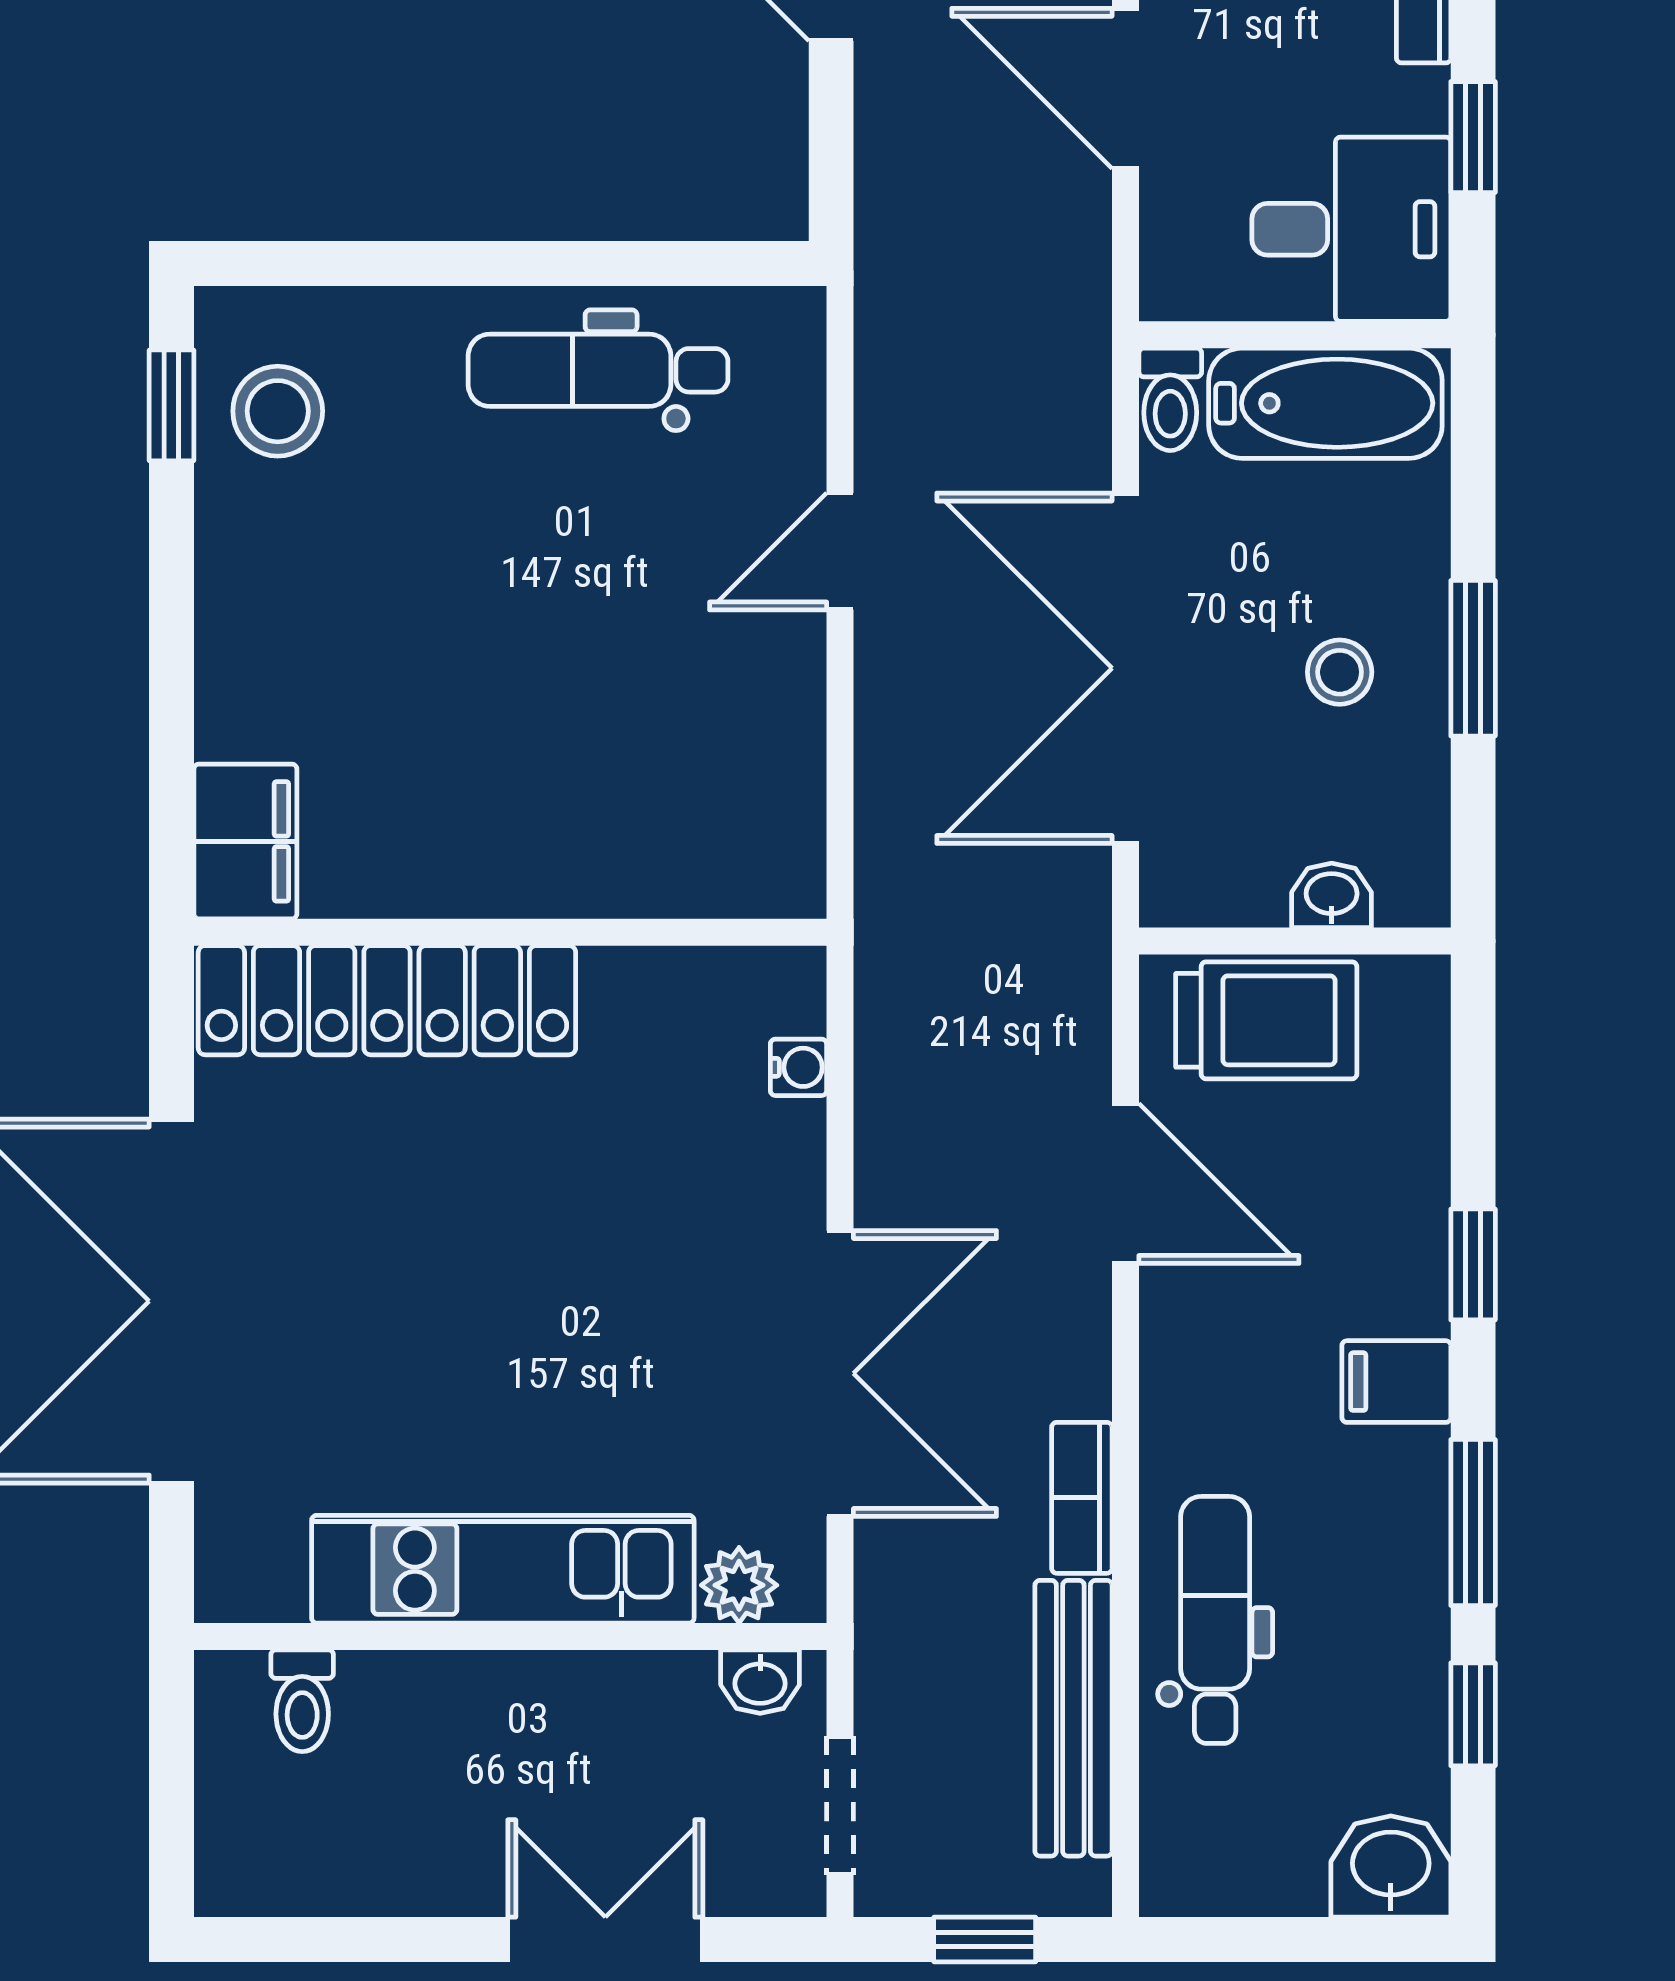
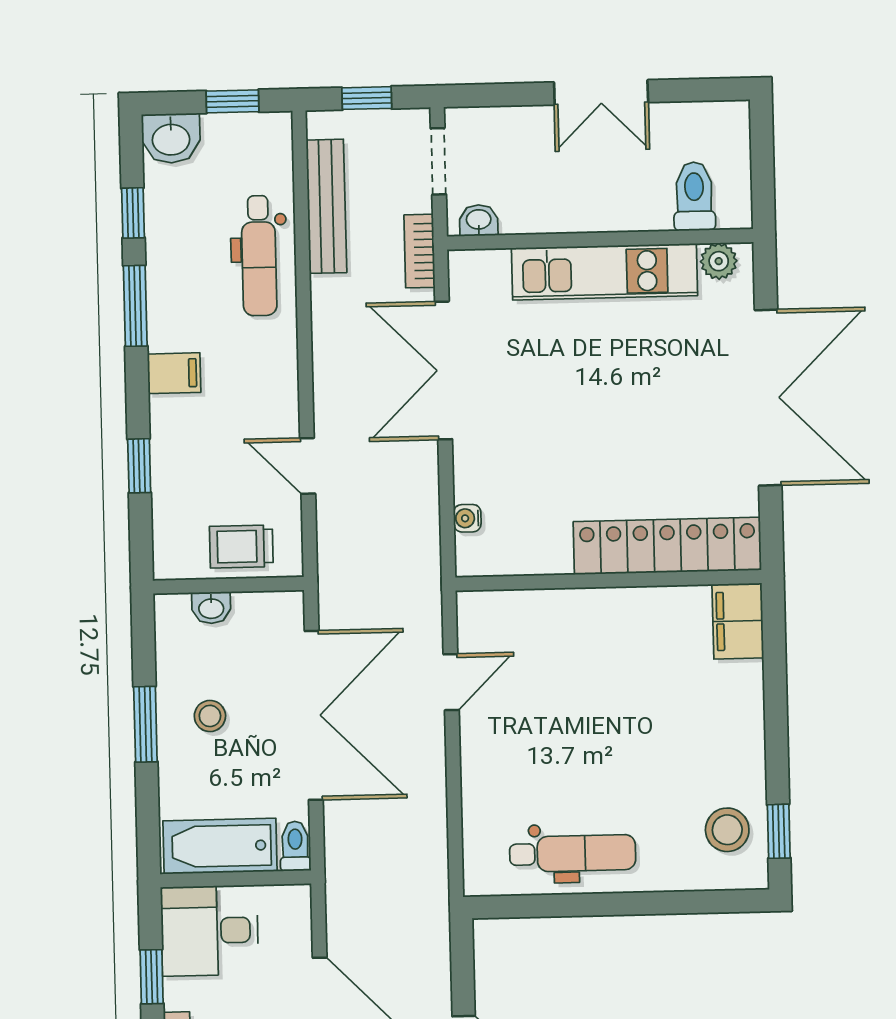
door: (840, 551) -> (451, 682), moved
trolley: (1266, 1020) -> (241, 547), width x0.73, depth x0.72
door: (1125, 1183) -> (308, 466), width x0.73
window: (1473, 1264) -> (139, 466), moved
bookcase: (1082, 1498) -> (419, 251), moved, turned 180
plant: (739, 1585) -> (719, 261), moved
toilet: (302, 1701) -> (694, 196), width x1.37, depth x1.39
double door: (605, 1940) -> (601, 92), moved
window: (1262, 1940) -> (232, 101), added

